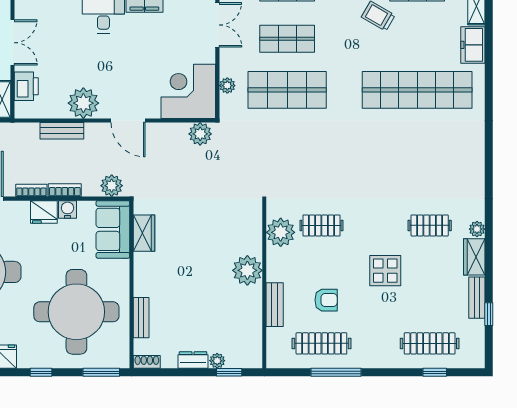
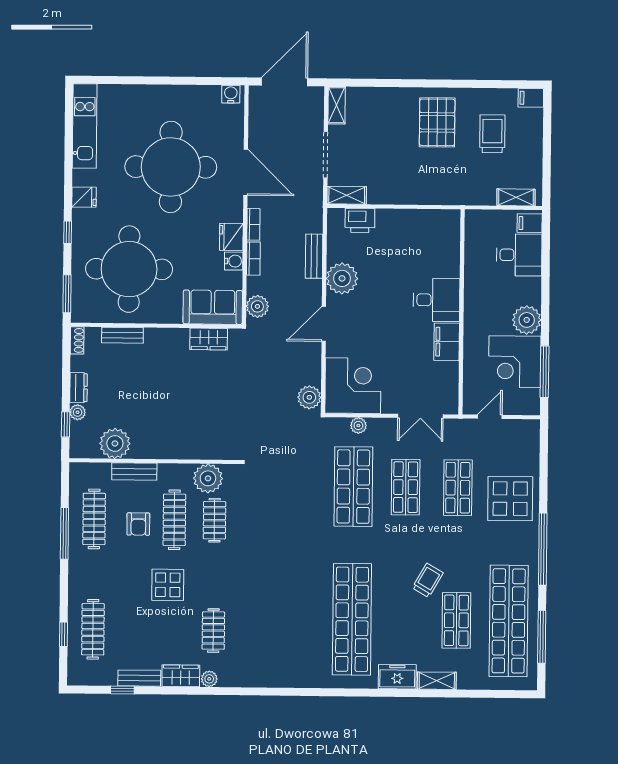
double door: (12, 43) -> (405, 207), removed
clothes rail: (321, 265) -> (174, 520), added
plant: (247, 270) -> (115, 443), moved

